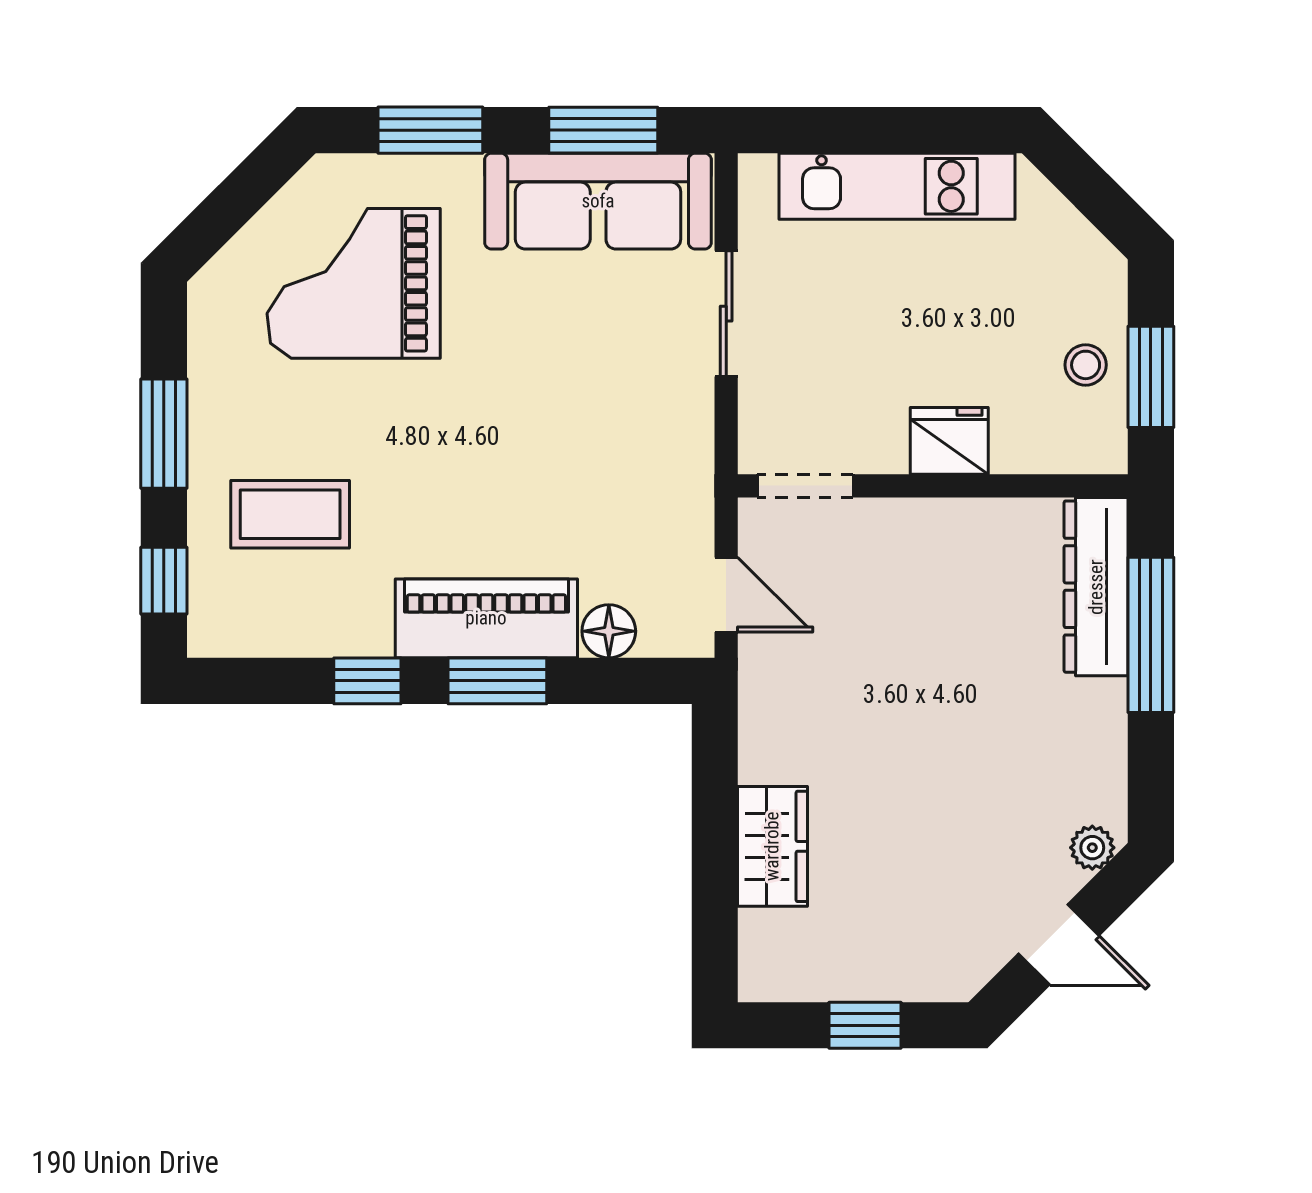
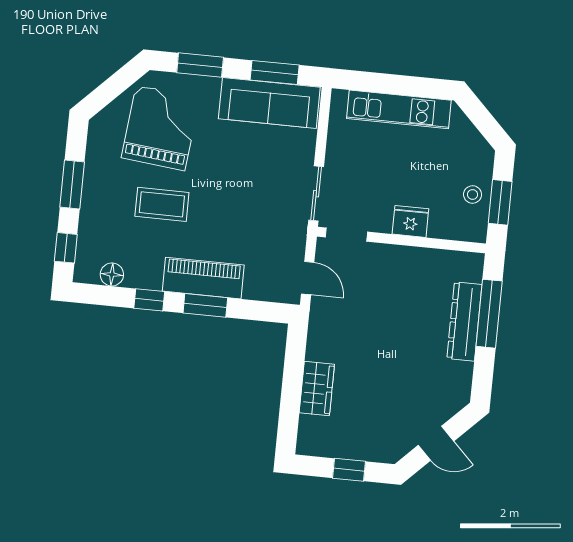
grand piano: (354, 283) -> (160, 128), turned 96
sliding door: (726, 314) -> (316, 194), moved
coffee table: (290, 514) -> (162, 204), moved
dresser: (1096, 587) -> (464, 321), moved
floor lamp: (609, 631) -> (112, 274), moved
plant: (1092, 848) -> (455, 403), removed

